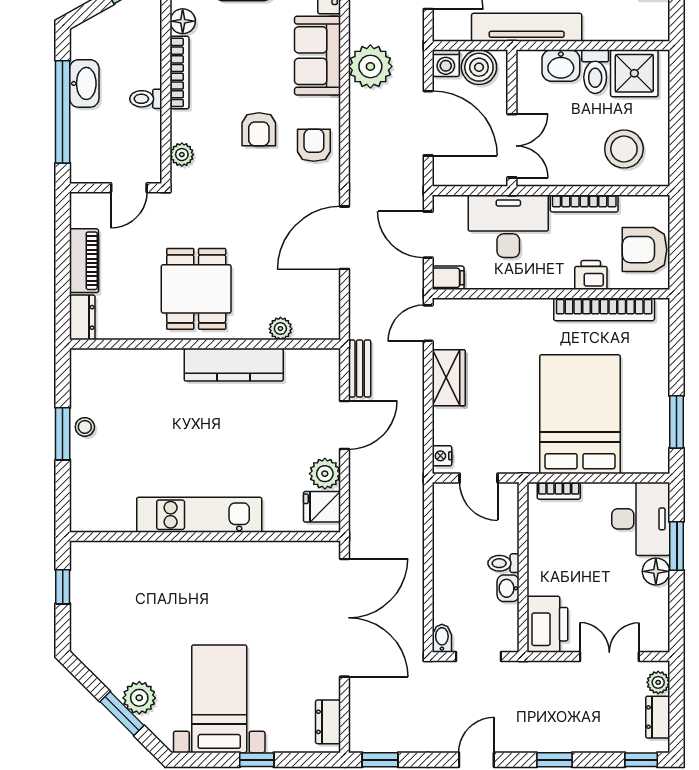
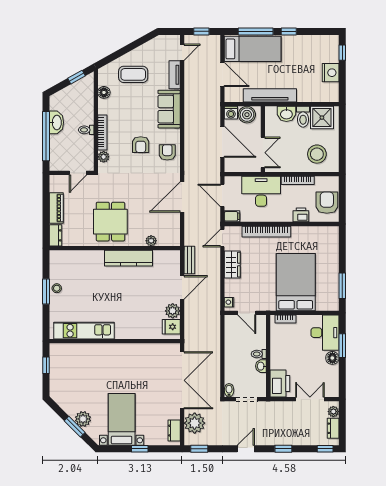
plant: (370, 66) -> (195, 423), moved
bookcase: (179, 72) -> (102, 132), moved
armchair: (645, 250) -> (327, 203), turned 90
bookcase: (604, 309) -> (266, 232), moved
kitchen unit: (199, 515) -> (84, 331), moved

